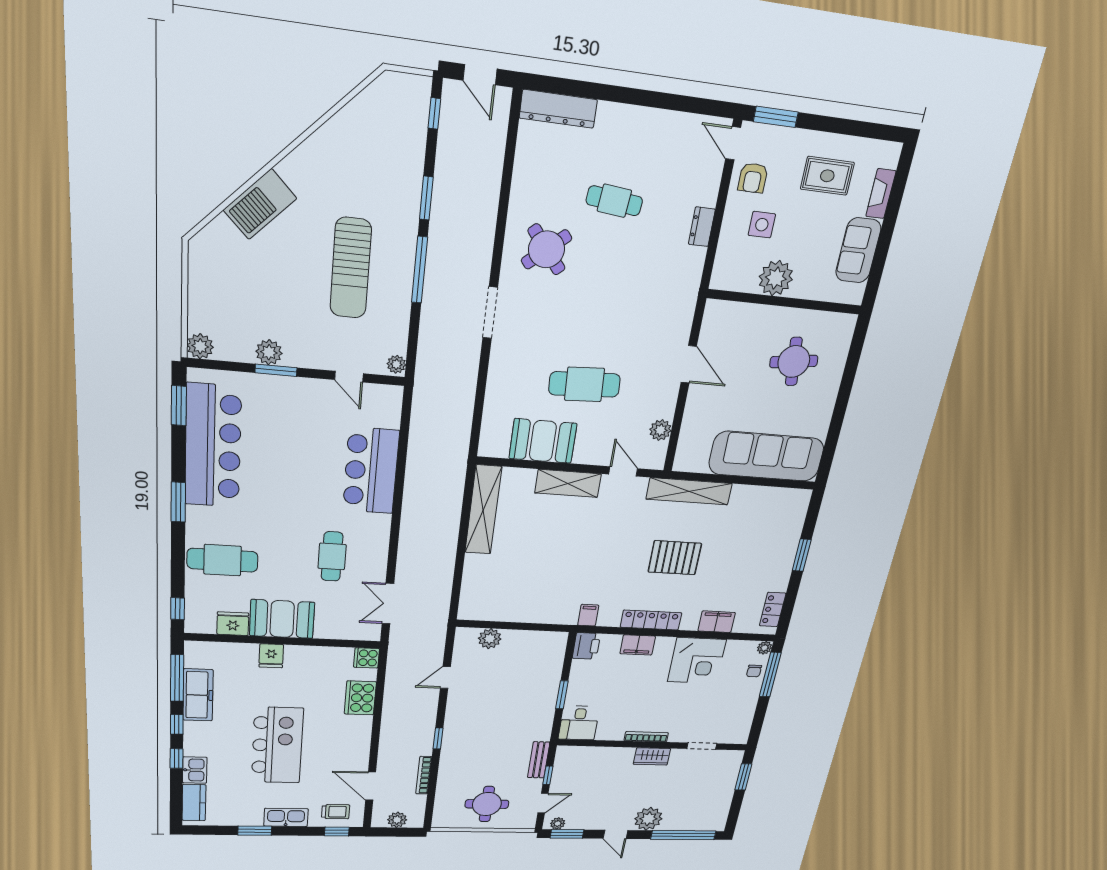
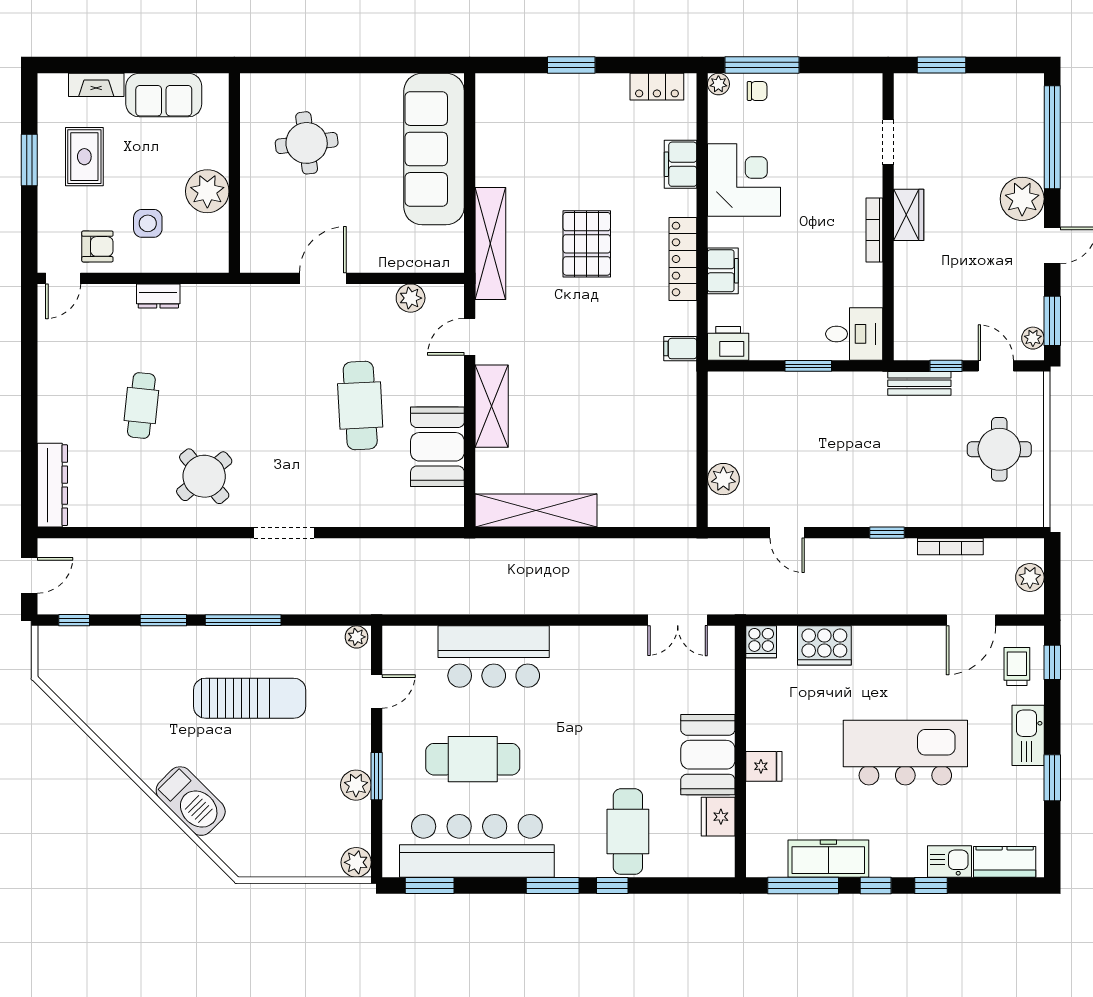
window: (776, 117) -> (29, 160), moved
cafe table: (332, 556) -> (473, 759), moved, width x1.37, depth x1.35
window: (178, 609) -> (612, 886), moved

